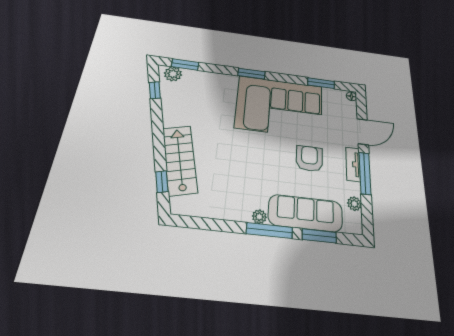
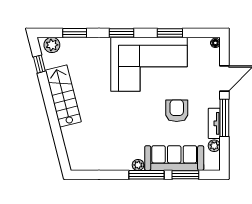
window: (185, 64) -> (75, 33), moved
window: (321, 83) -> (170, 33), moved
stairs: (180, 160) -> (63, 96), moved
tv unit: (353, 164) -> (214, 123), moved
window: (162, 182) -> (60, 146), removed

